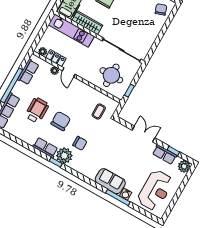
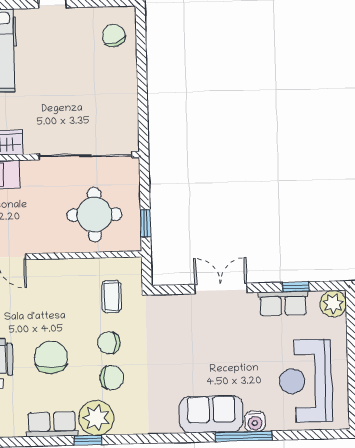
chair: (87, 129) -> (109, 343), added
reception desk: (155, 190) -> (306, 381), turned 180

